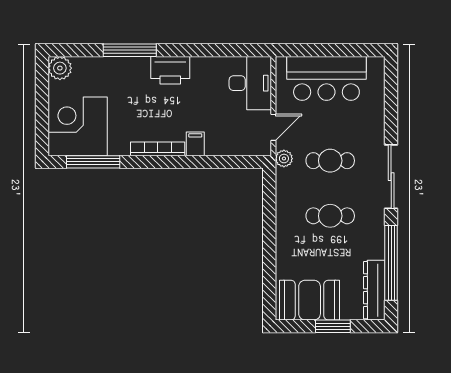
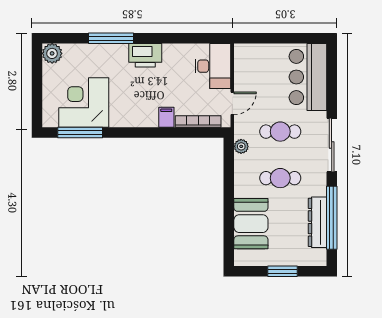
bar counter: (326, 78) -> (308, 77), moved, turned 90
corner desk: (78, 126) -> (84, 103), moved
bookcase: (158, 149) -> (198, 122), moved
plant: (284, 159) -> (241, 146), moved
dresser: (374, 290) -> (317, 222), moved
booth: (310, 300) -> (251, 224), moved, turned 90

